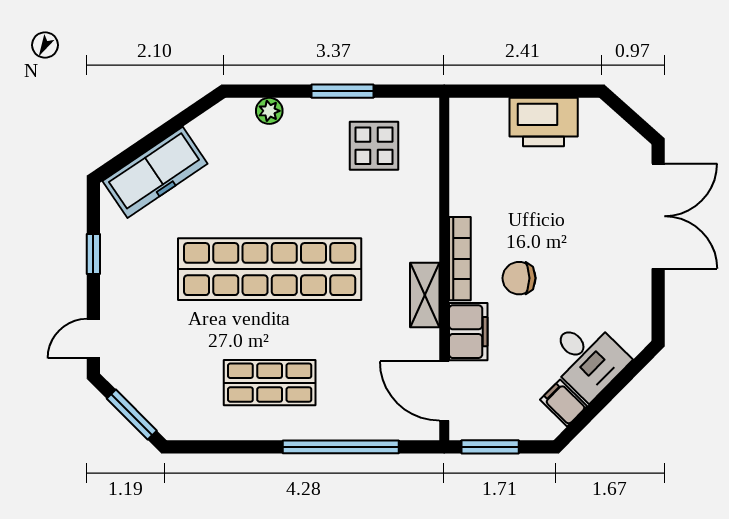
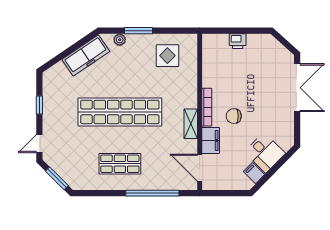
window: (342, 91) -> (138, 31), moved
printer: (544, 122) -> (238, 41), width x0.53, depth x0.68
freezer: (155, 172) -> (86, 55), moved
window: (490, 447) -> (221, 193), removed

